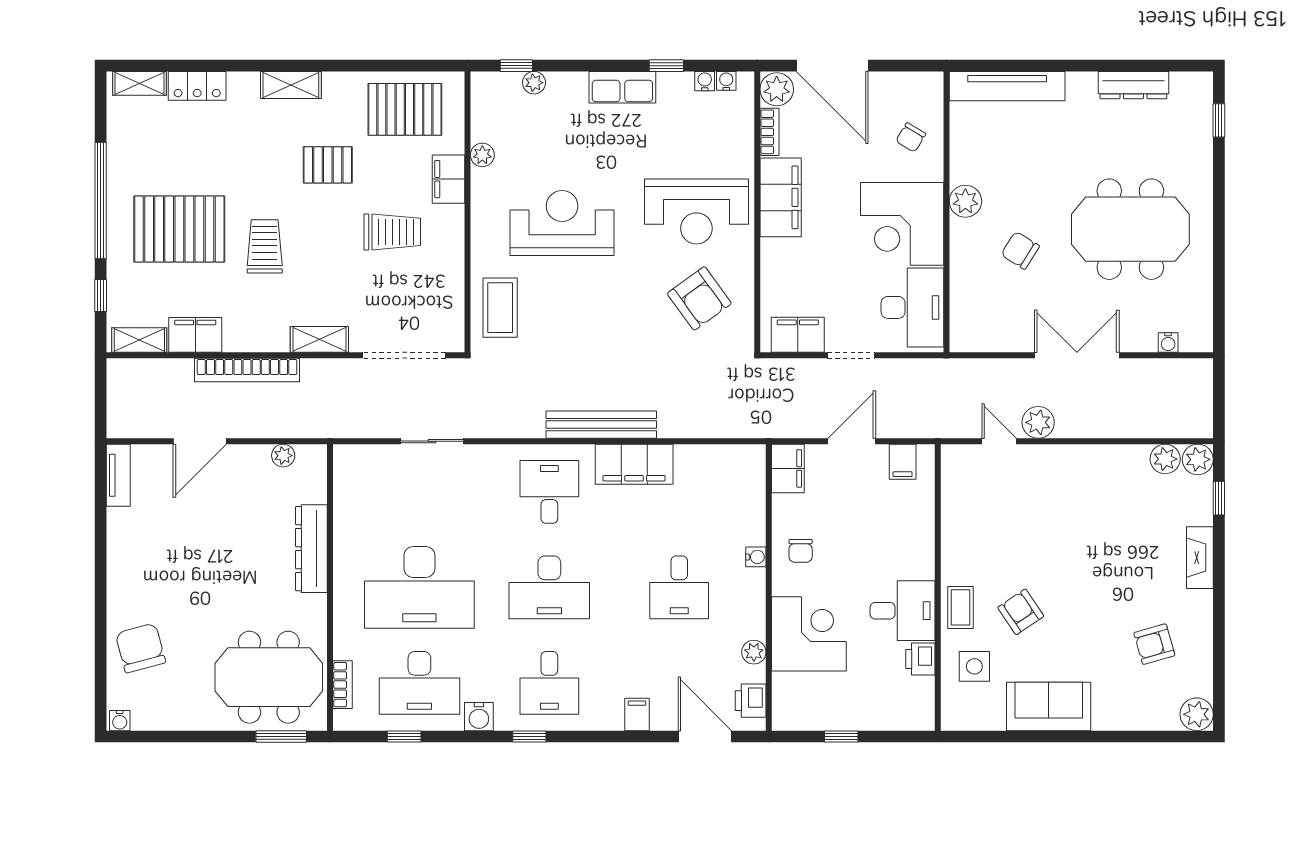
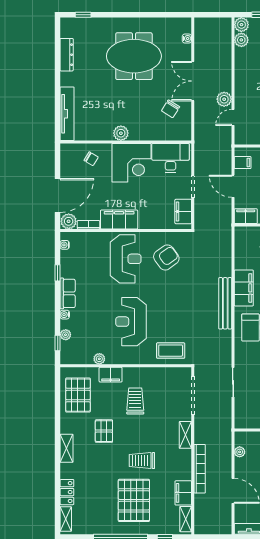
water cooler: (705, 81) -> (65, 315), moved
meeting table: (1130, 229) -> (134, 56), turned 90
chair: (1020, 250) -> (171, 109), moved

